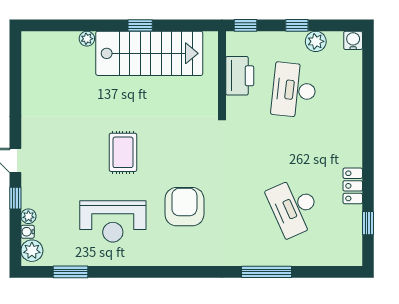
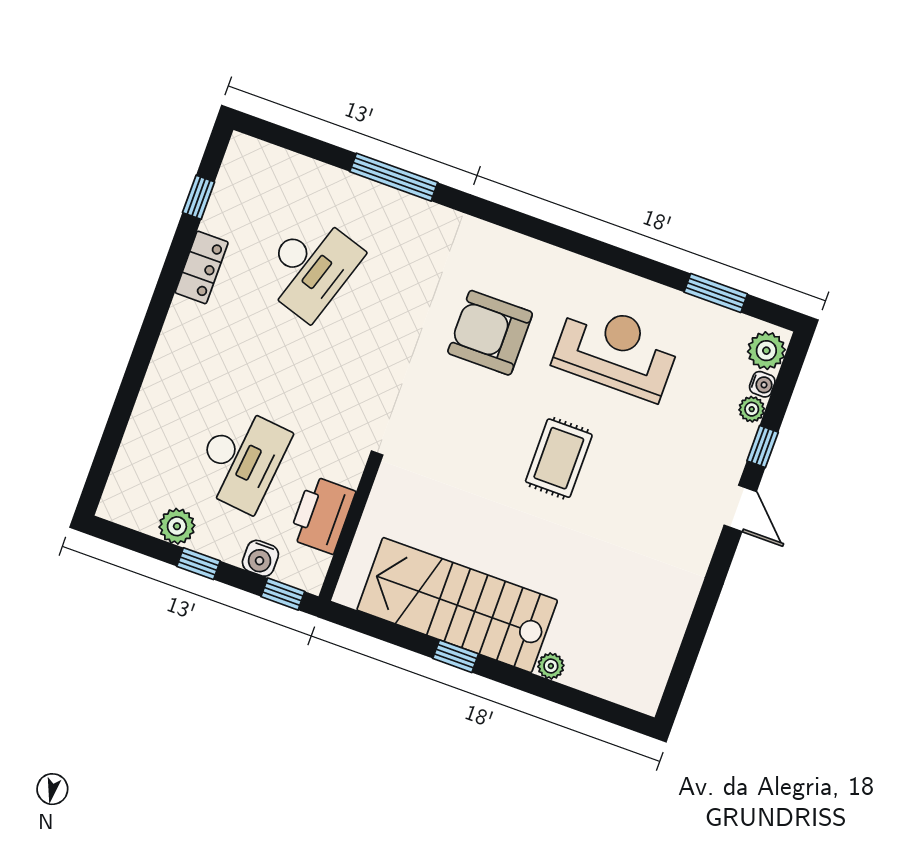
water cooler: (353, 40) -> (260, 558), moved
armchair: (184, 207) -> (490, 333), turned 90
desk: (294, 207) -> (311, 267), turned 42

